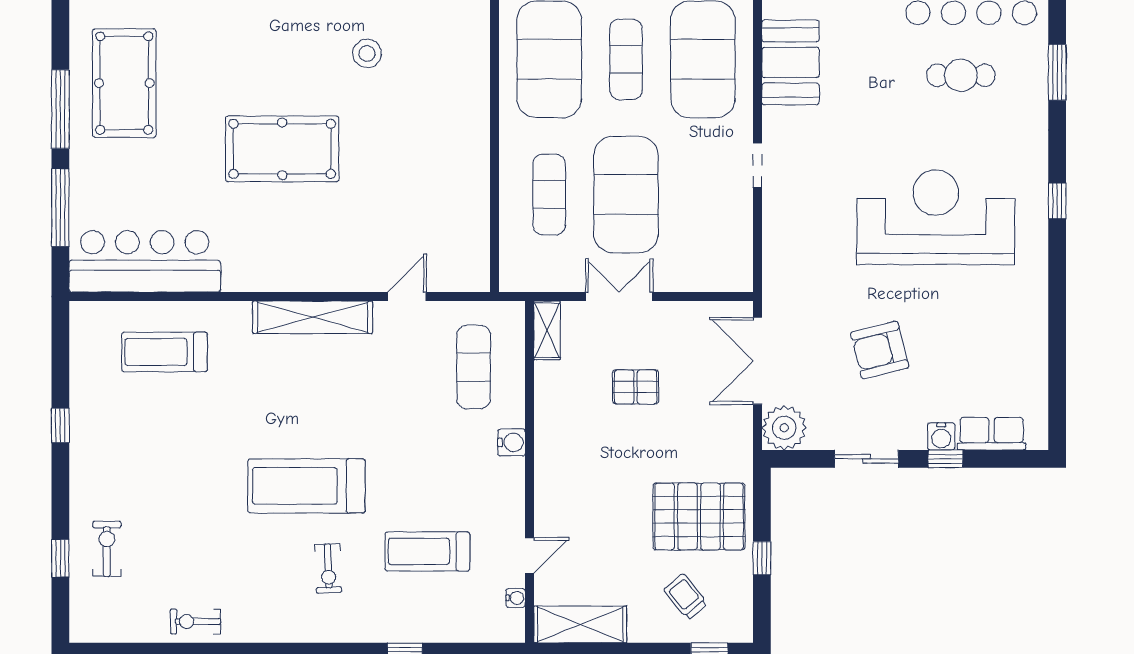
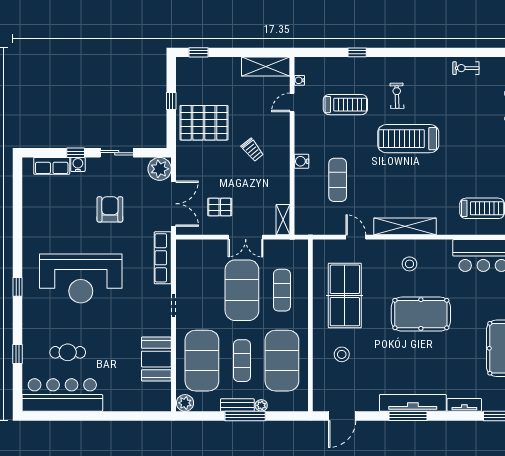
stool: (367, 53) -> (342, 354), moved
window: (1057, 72) -> (18, 354), width x0.67
table tennis table: (428, 185) -> (345, 295), added
stool: (304, 245) -> (409, 264), added
row of seats: (778, 257) -> (163, 258), added
door: (407, 297) -> (356, 237), swing flipped
armchair: (880, 350) -> (110, 209), turned -76
exercise mat: (474, 367) -> (338, 180), moved
pallet: (636, 387) -> (220, 207), moved
treadmill: (306, 486) -> (408, 139), turned 180
trolley: (686, 597) -> (252, 150), moved
exercise bike: (196, 621) -> (466, 68), turned 180

